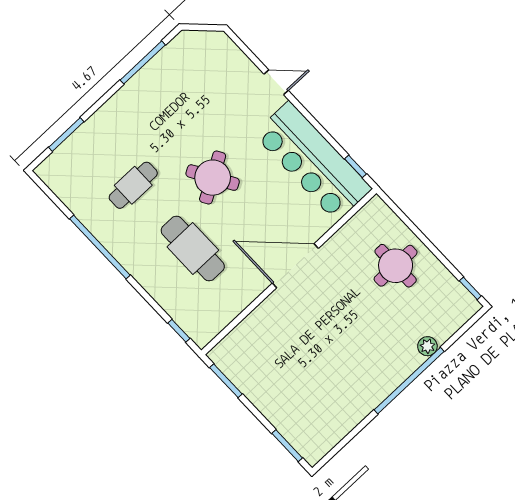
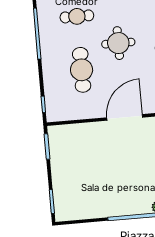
round table: (213, 178) -> (118, 43), turned 30
door: (295, 266) -> (125, 117), hinge flipped

